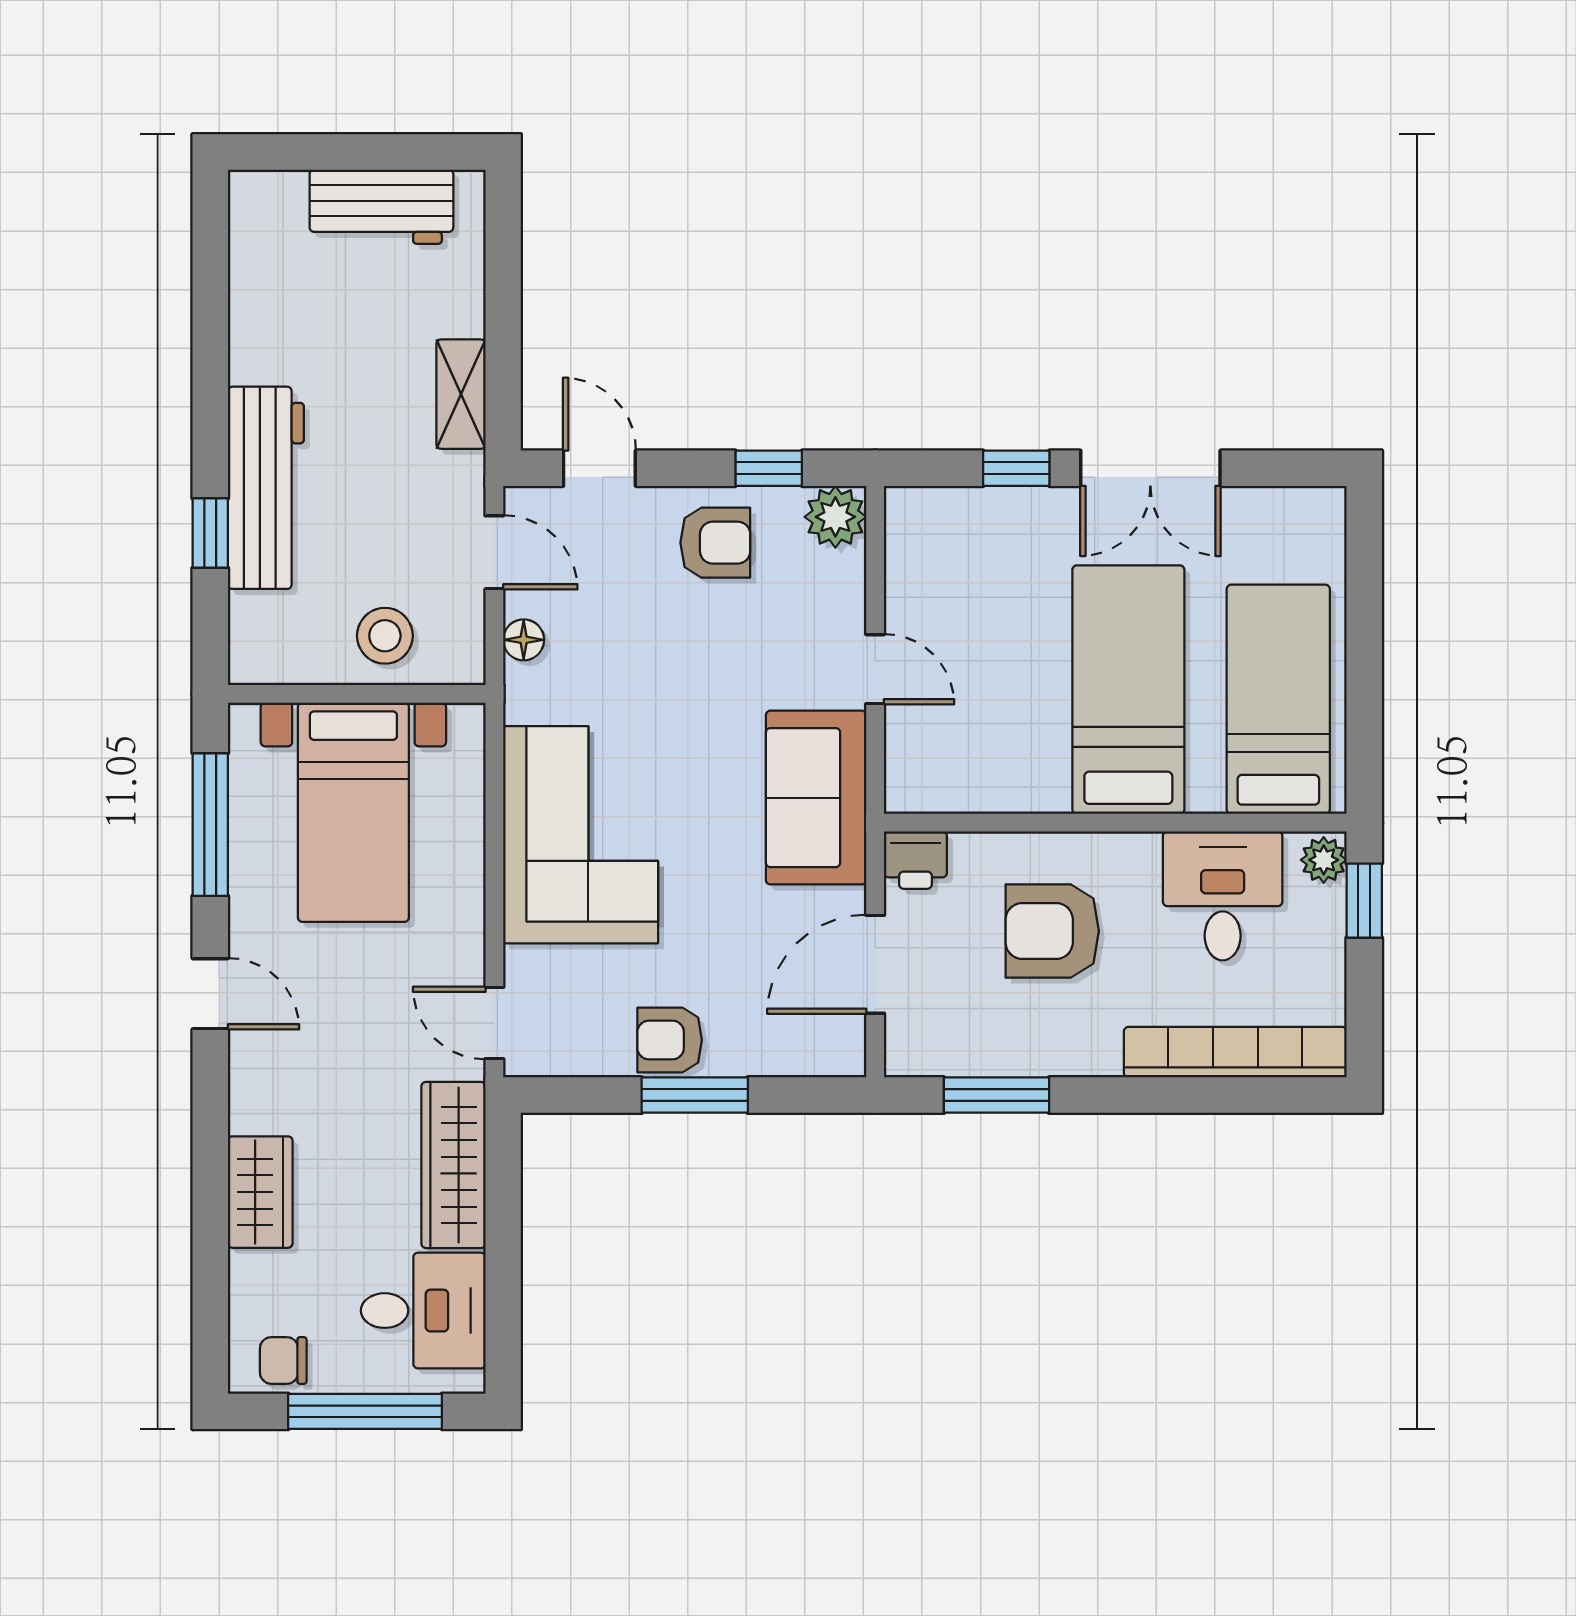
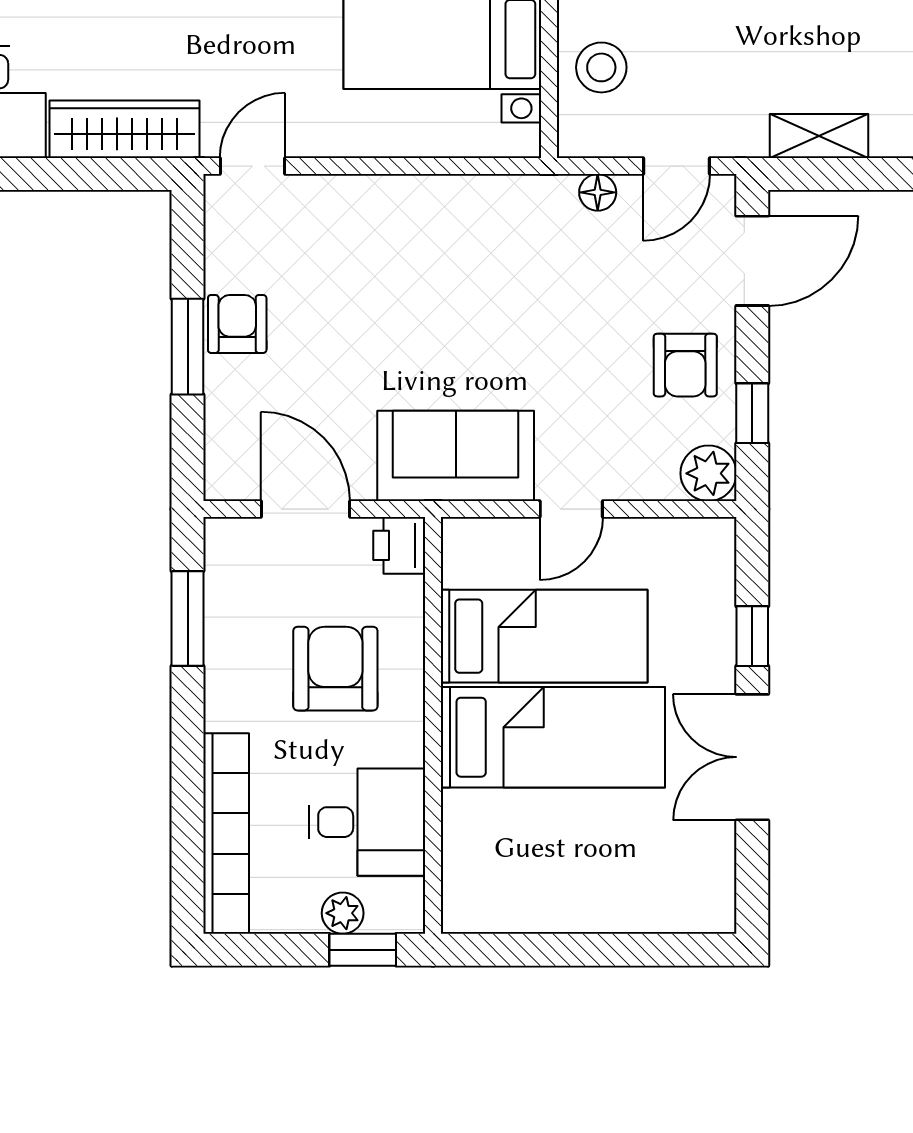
door: (599, 468) -> (752, 261), width x1.38
bed: (1278, 699) -> (544, 636), moved
corner sofa: (581, 835) -> (422, 244), removed
plant: (1324, 860) -> (343, 913), moved

